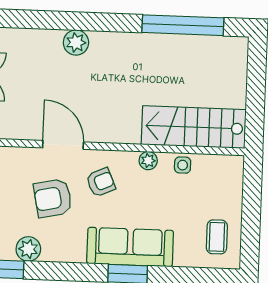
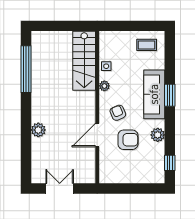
armchair: (53, 198) -> (128, 140), turned -78
plant: (28, 249) -> (158, 135), moved

